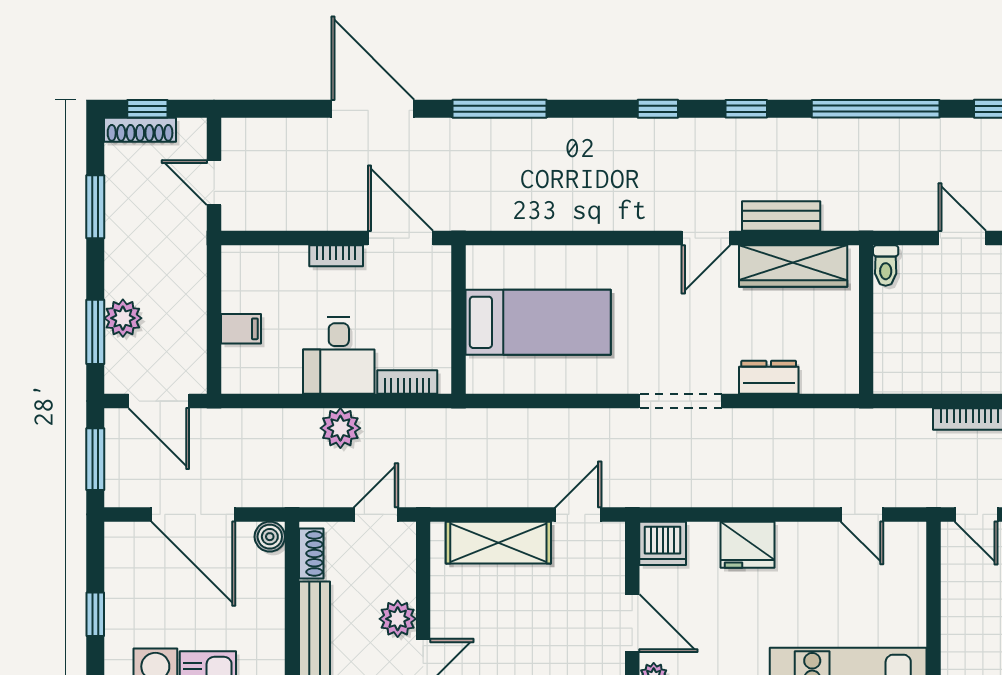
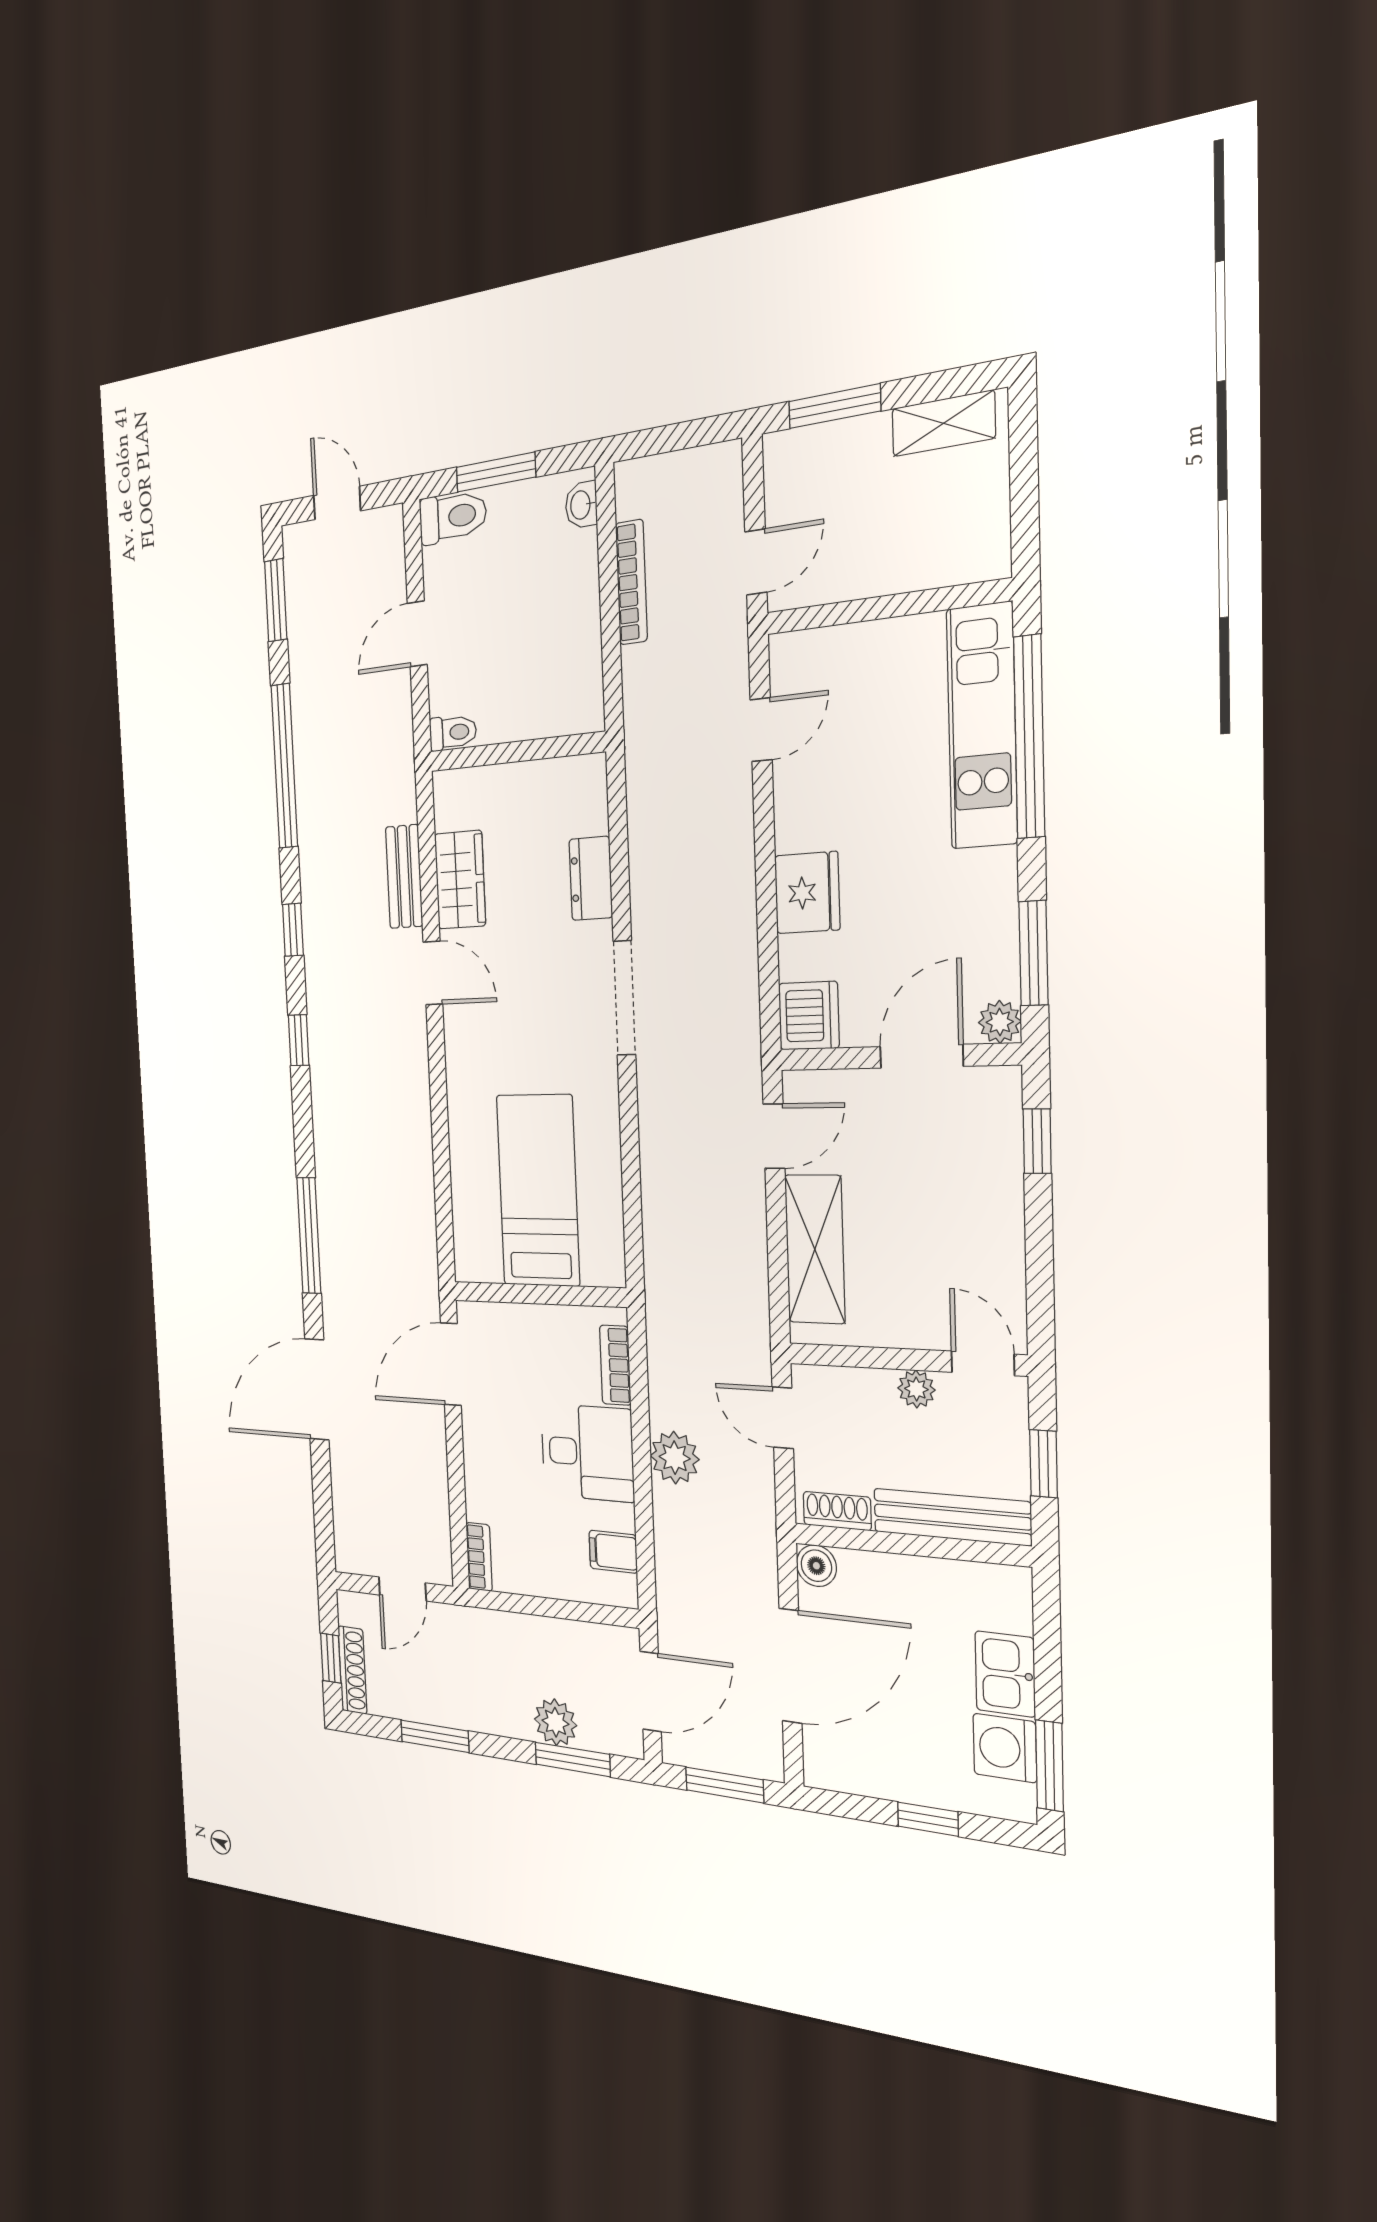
bookcase: (336, 256) -> (479, 1557), moved
wardrobe: (793, 266) -> (460, 880), width x0.67
filing cabinet: (241, 329) -> (613, 1552), moved, turned -90
door: (578, 514) -> (774, 1136), swing flipped
plant: (398, 619) -> (916, 1389), width x0.73, depth x0.73

